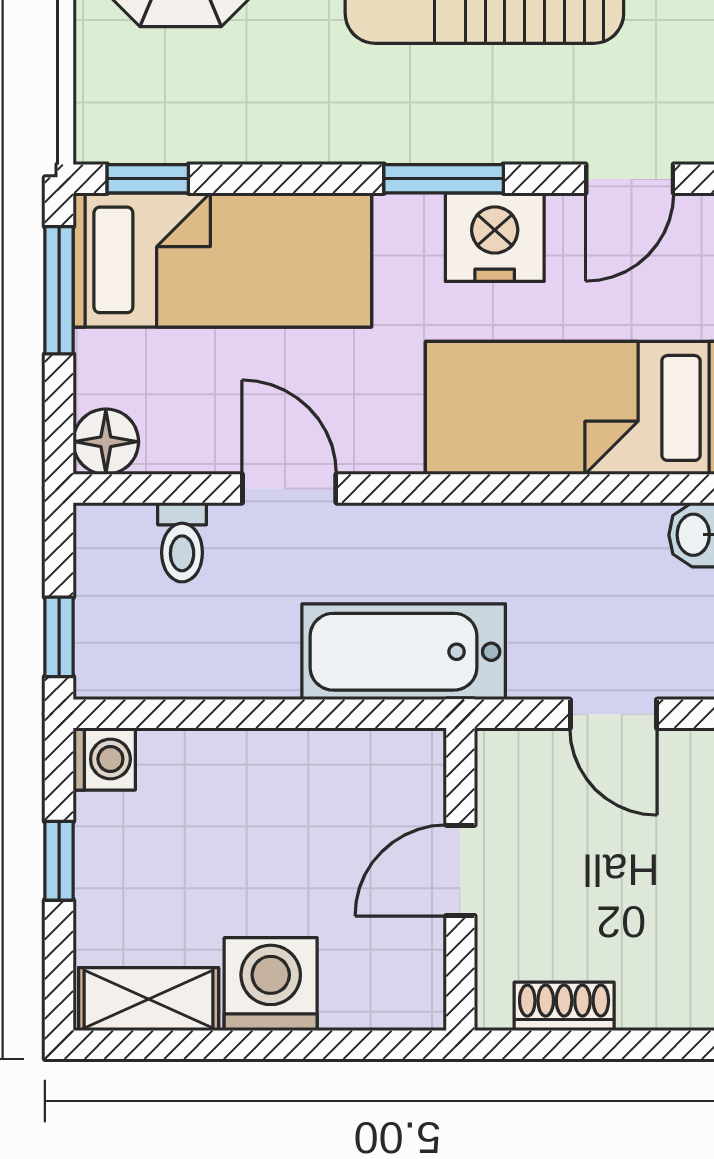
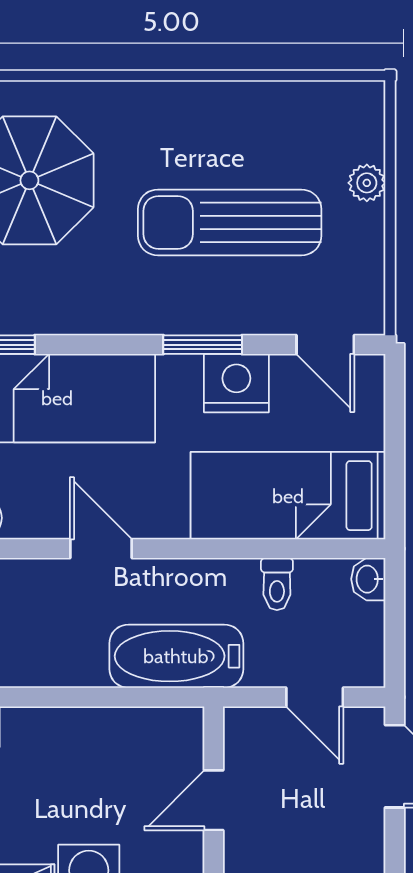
door: (630, 179) -> (325, 345), hinge flipped
toilet: (182, 542) -> (277, 584), moved

